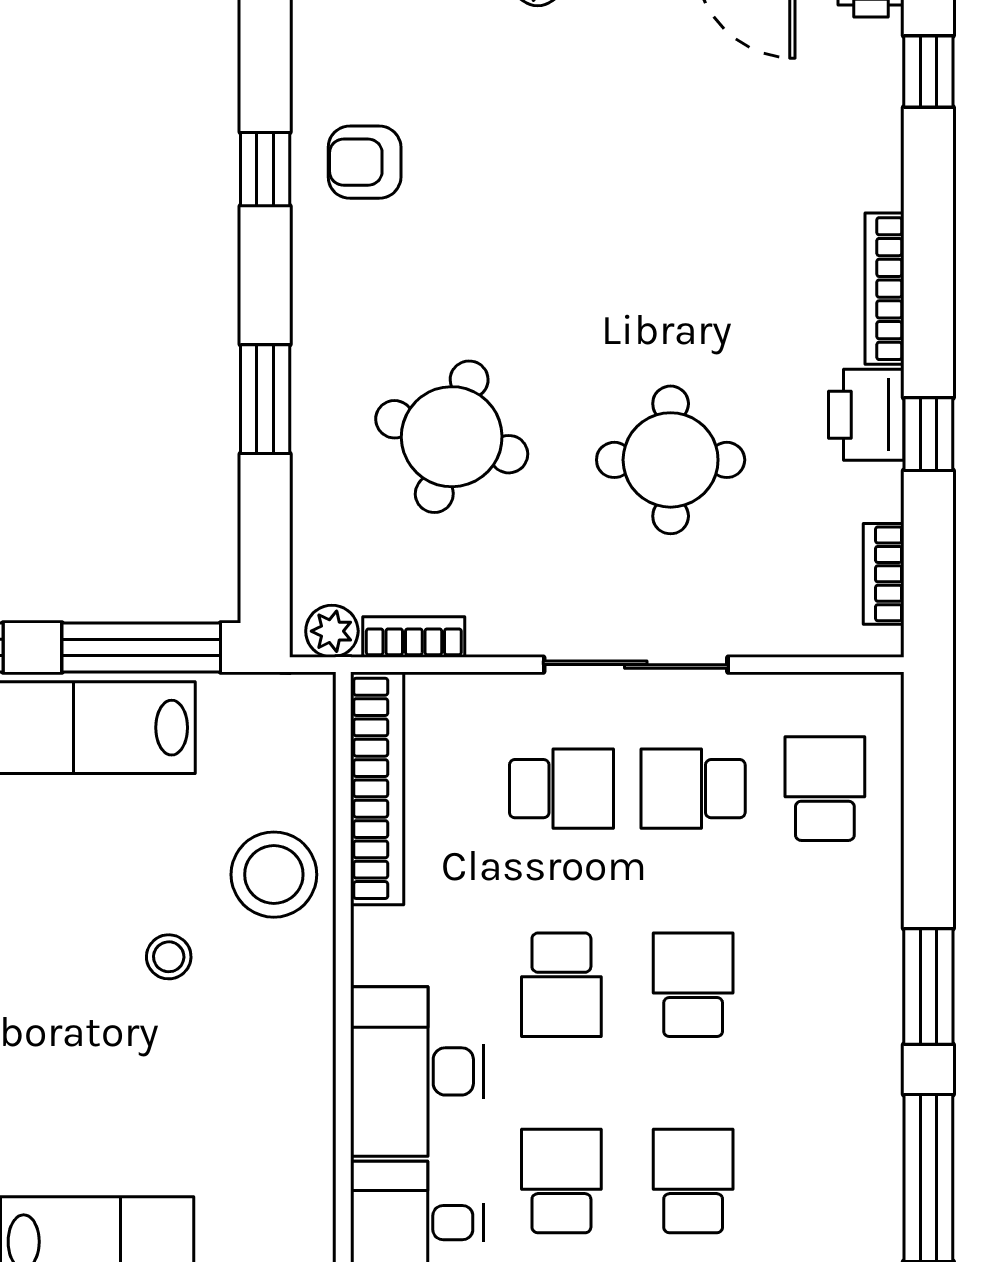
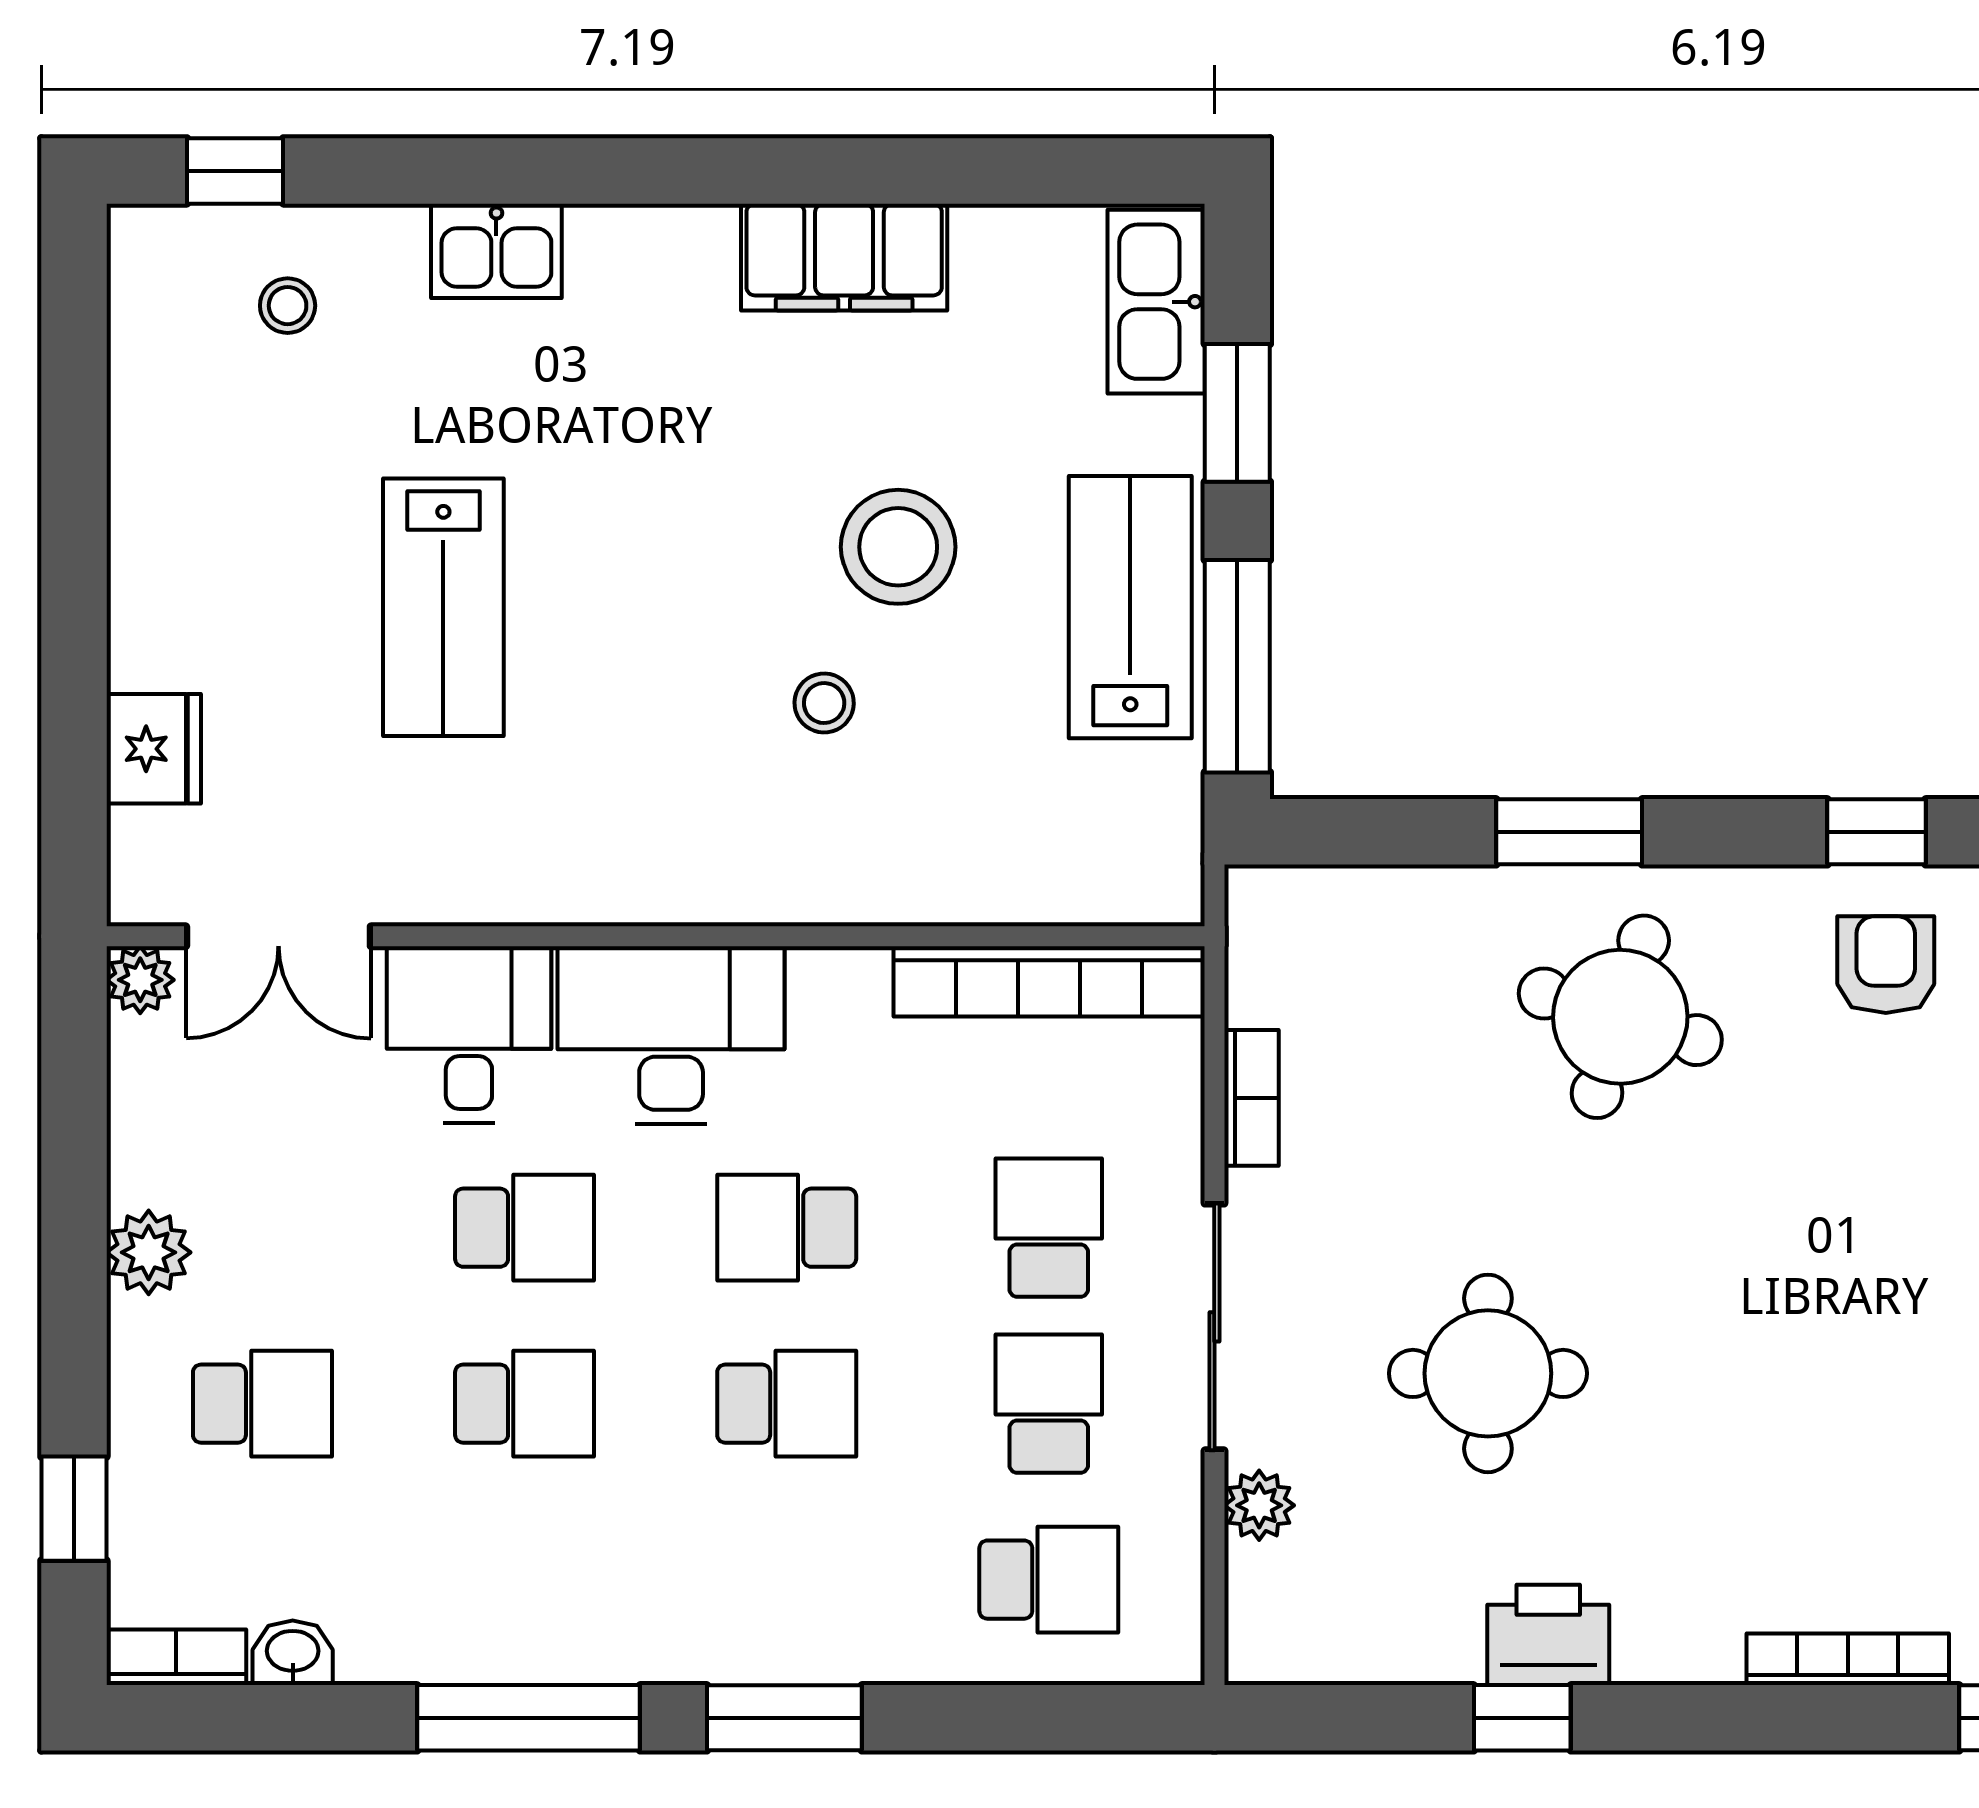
bookcase: (885, 289) -> (1848, 1659), moved
round table: (452, 437) -> (1620, 1017), moved
bookcase: (884, 574) -> (1336, 1658), removed
plant: (332, 631) -> (1259, 1505), moved
bookcase: (414, 637) -> (1251, 1098), moved
school desk: (561, 789) -> (1049, 1228), turned 180
stool: (274, 875) -> (898, 547), moved

